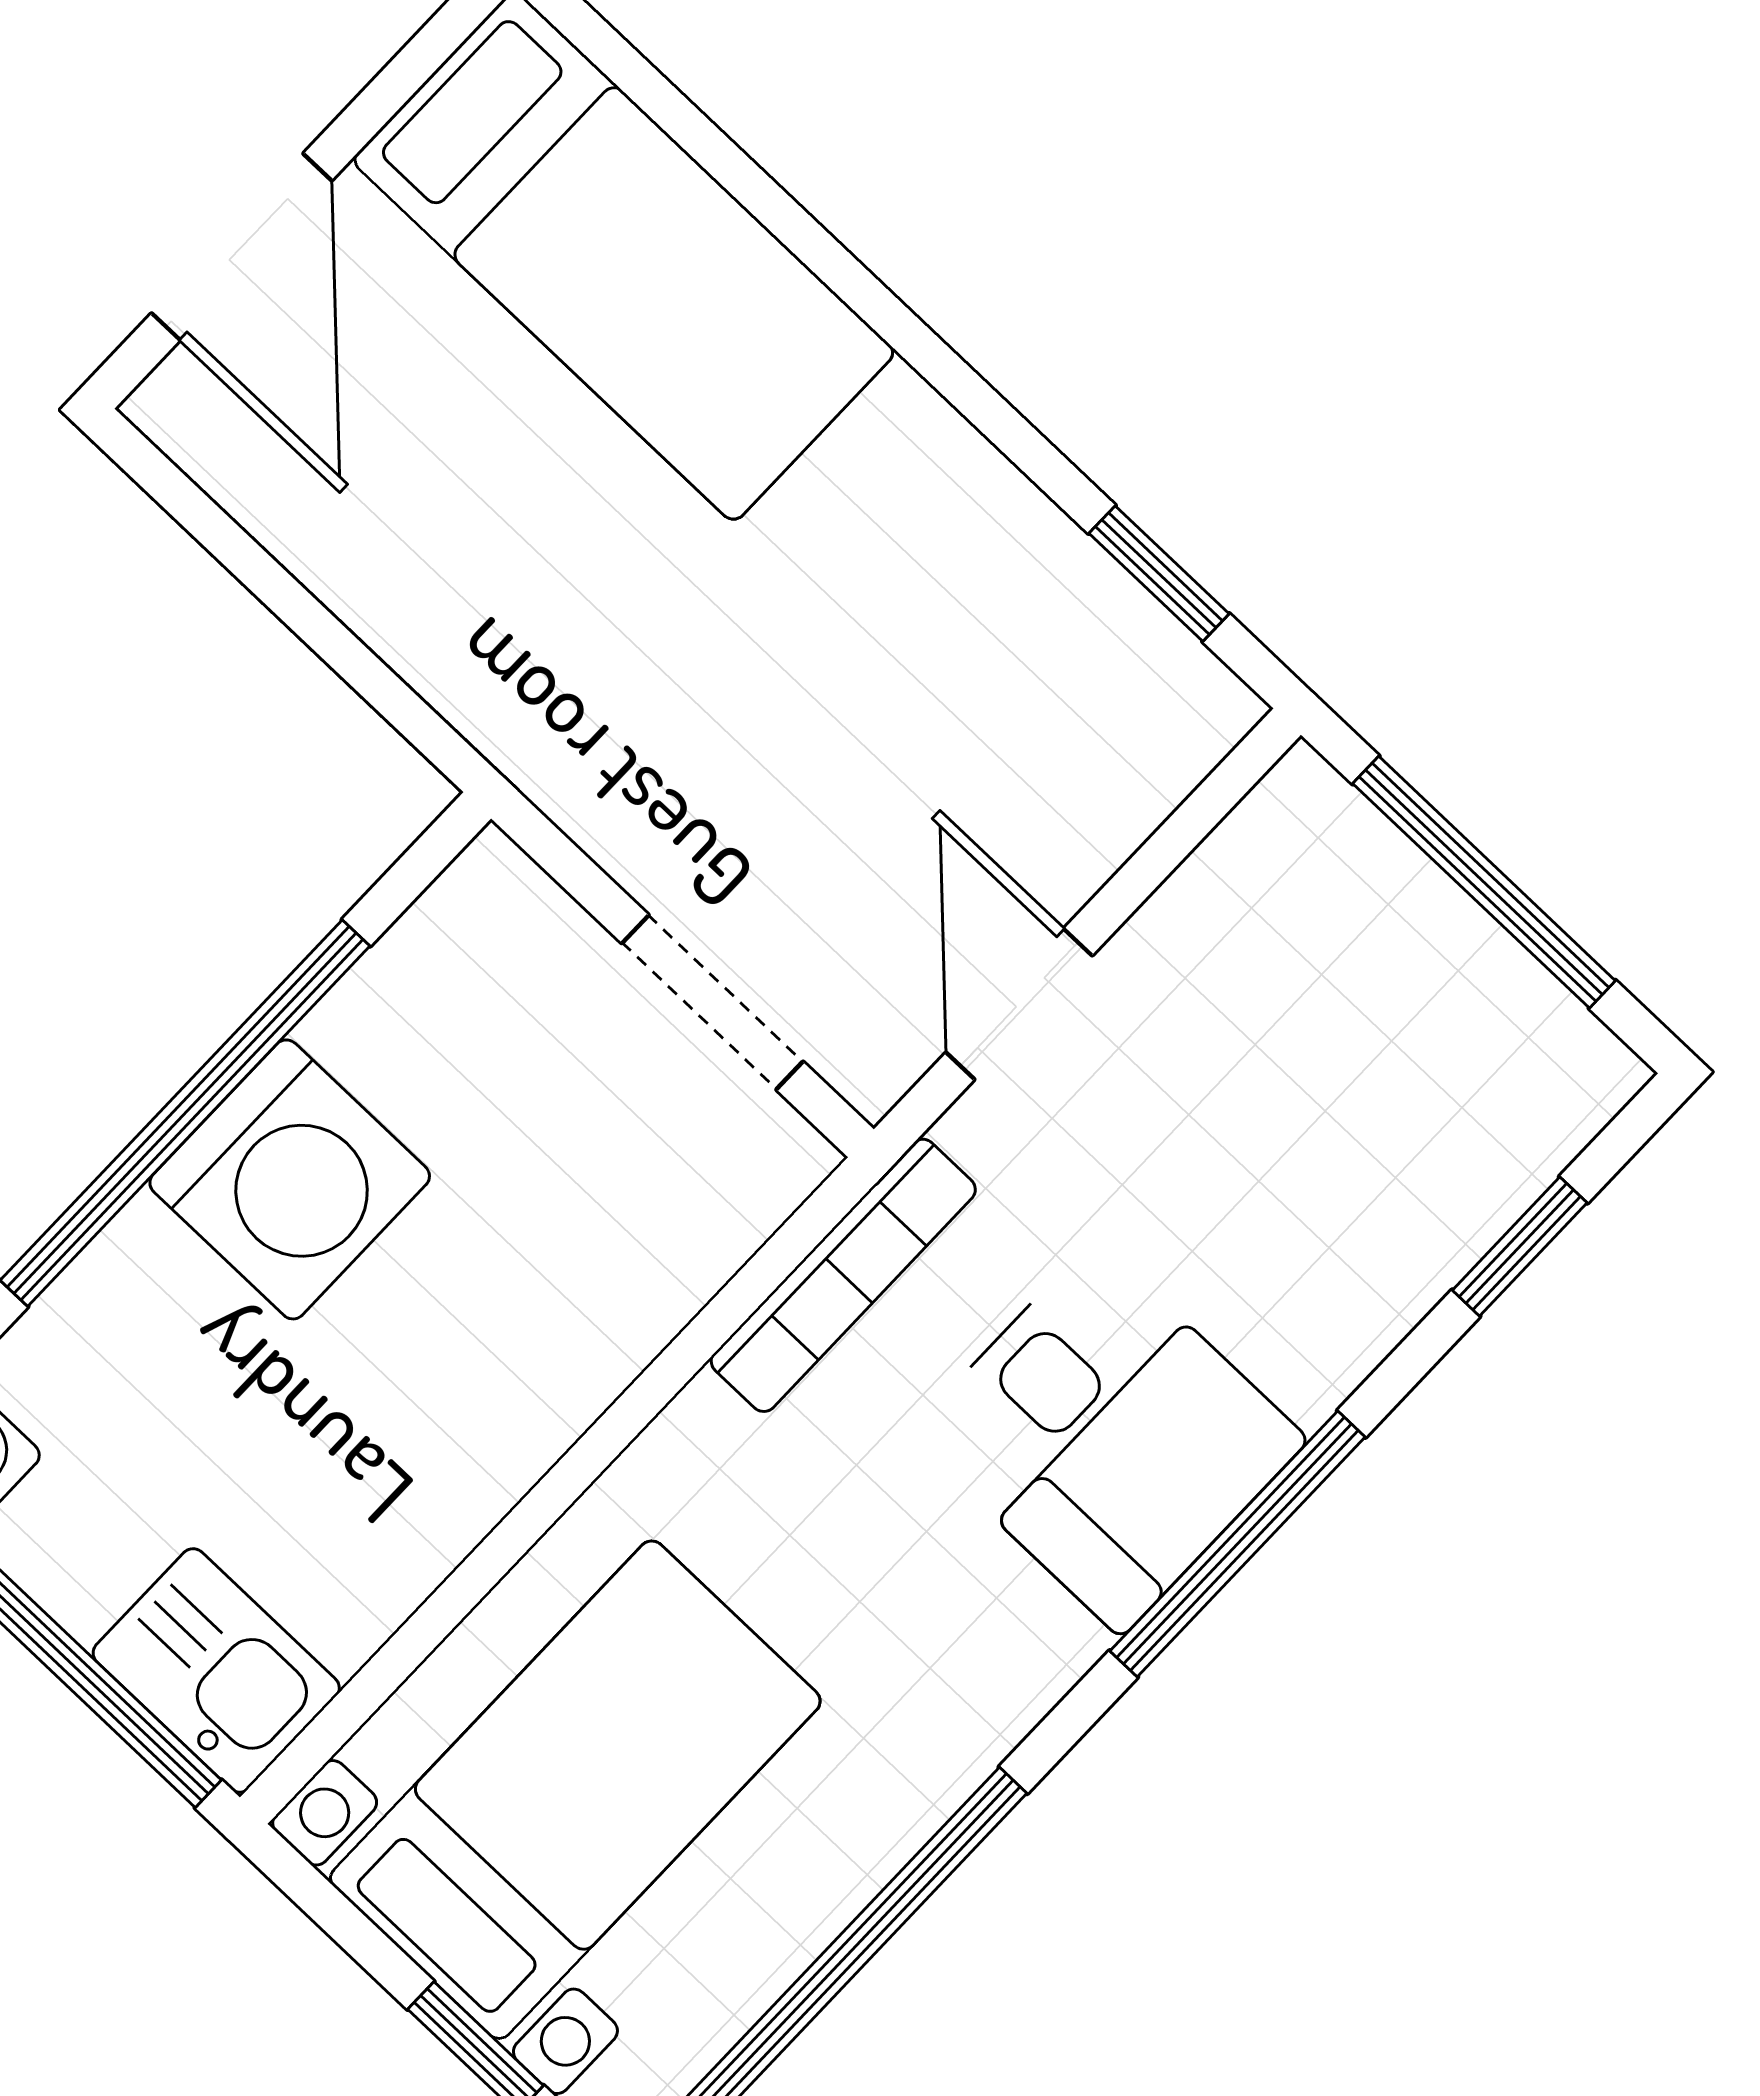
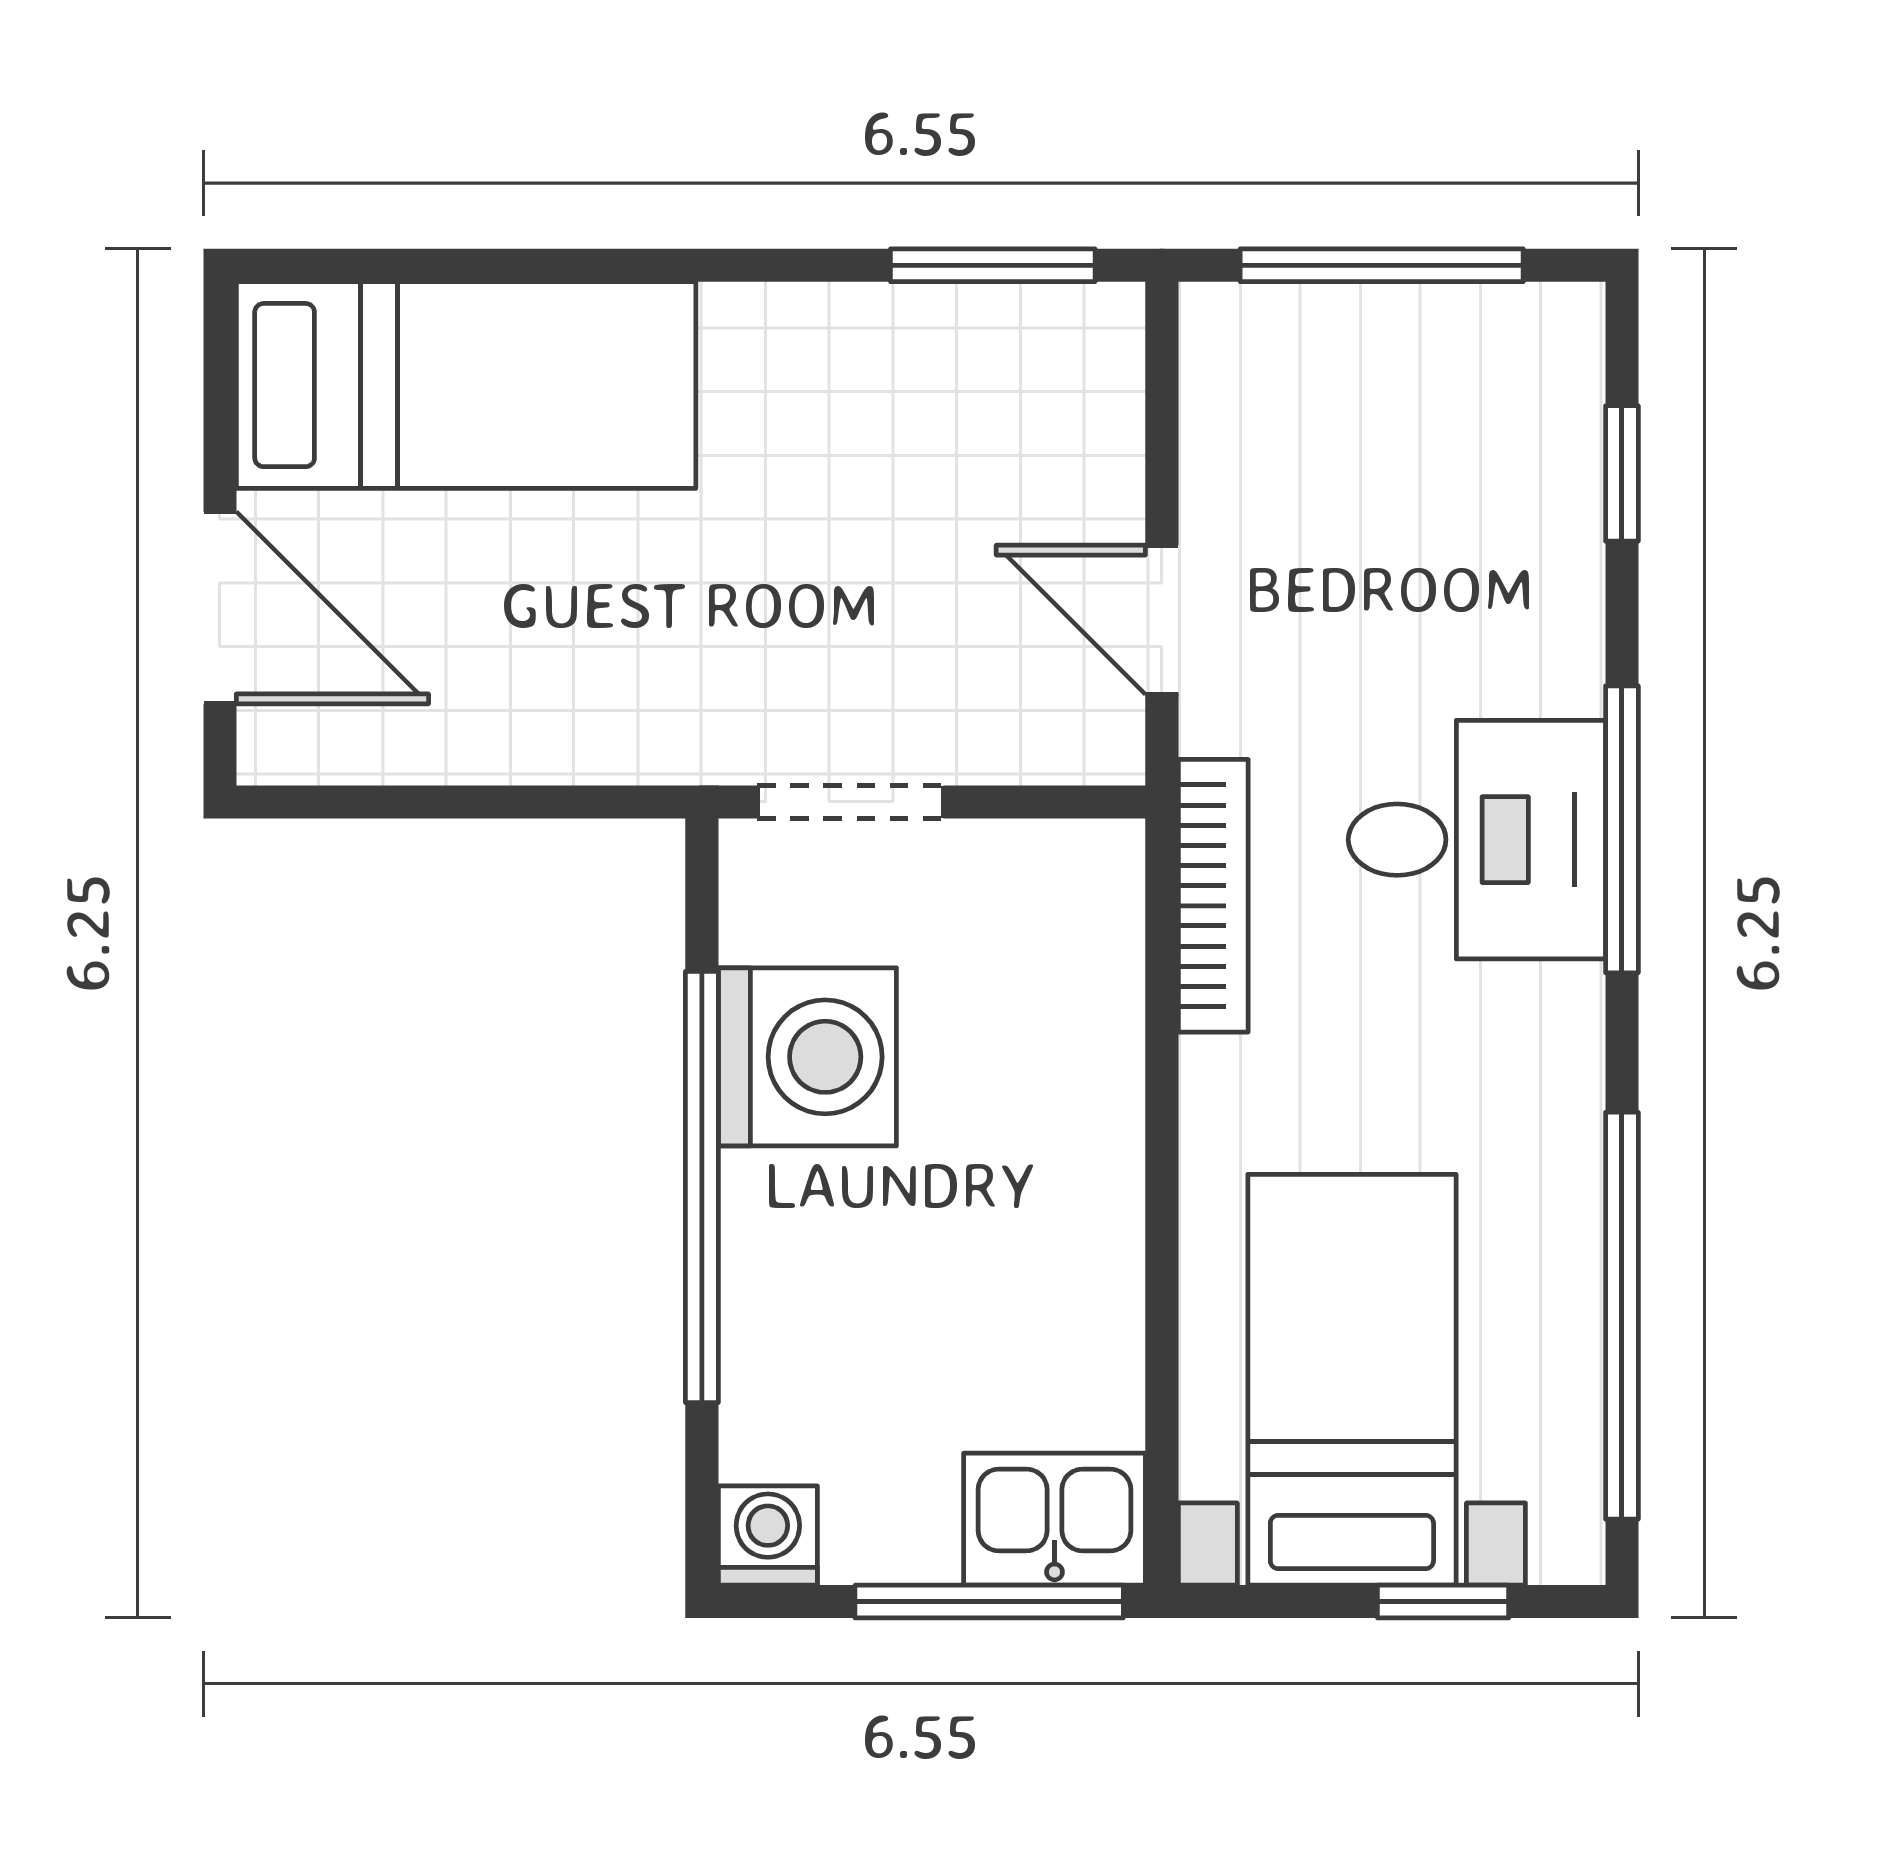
window: (1159, 574) -> (993, 265), width x1.50
doorway: (712, 1002) -> (850, 802), moved
washing machine: (290, 1179) -> (807, 1057), moved

